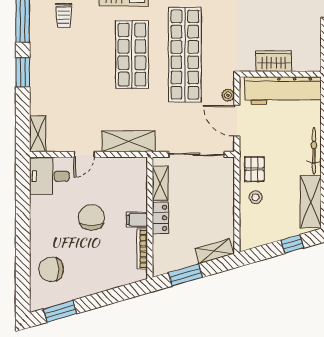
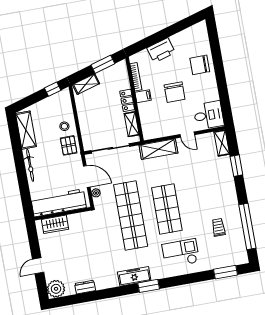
wardrobe: (274, 61) -> (55, 224), moved
window: (23, 72) -> (236, 166), moved
door: (84, 154) -> (187, 135), swing flipped
window: (292, 244) -> (53, 89), moved
chair: (51, 269) -> (200, 65), moved, turned 180
printer: (100, 280) -> (161, 50), added
window: (60, 311) -> (185, 24), removed

